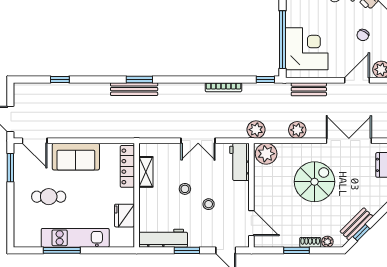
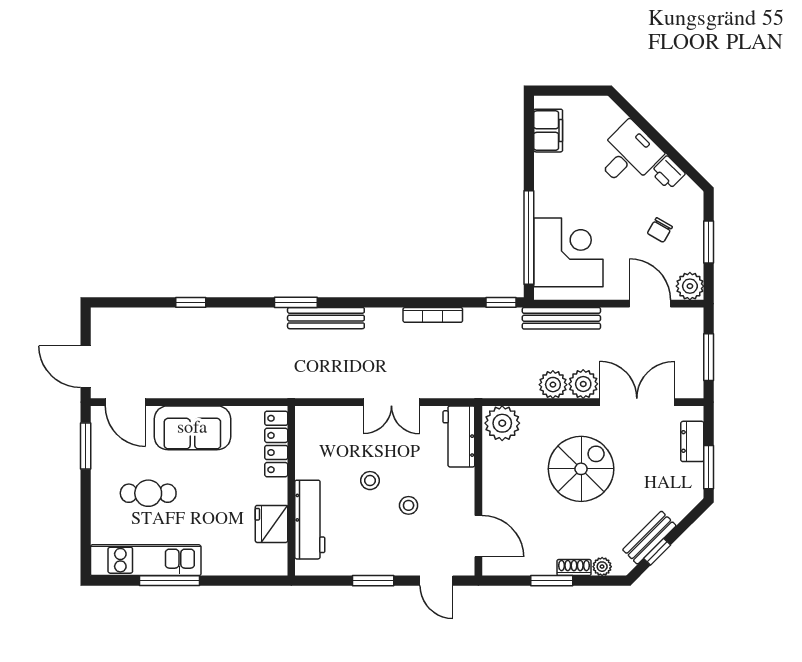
window: (60, 79) -> (191, 302), moved
door: (357, 80) -> (650, 304), hinge flipped
bench: (134, 89) -> (326, 318), moved
bench: (309, 89) -> (561, 318), width x1.36
plant: (256, 130) -> (583, 384), moved
shelving: (146, 172) -> (306, 453), removed
kitchen unit: (75, 238) -> (146, 560), moved
workbench: (163, 238) -> (310, 520), moved, turned 90

